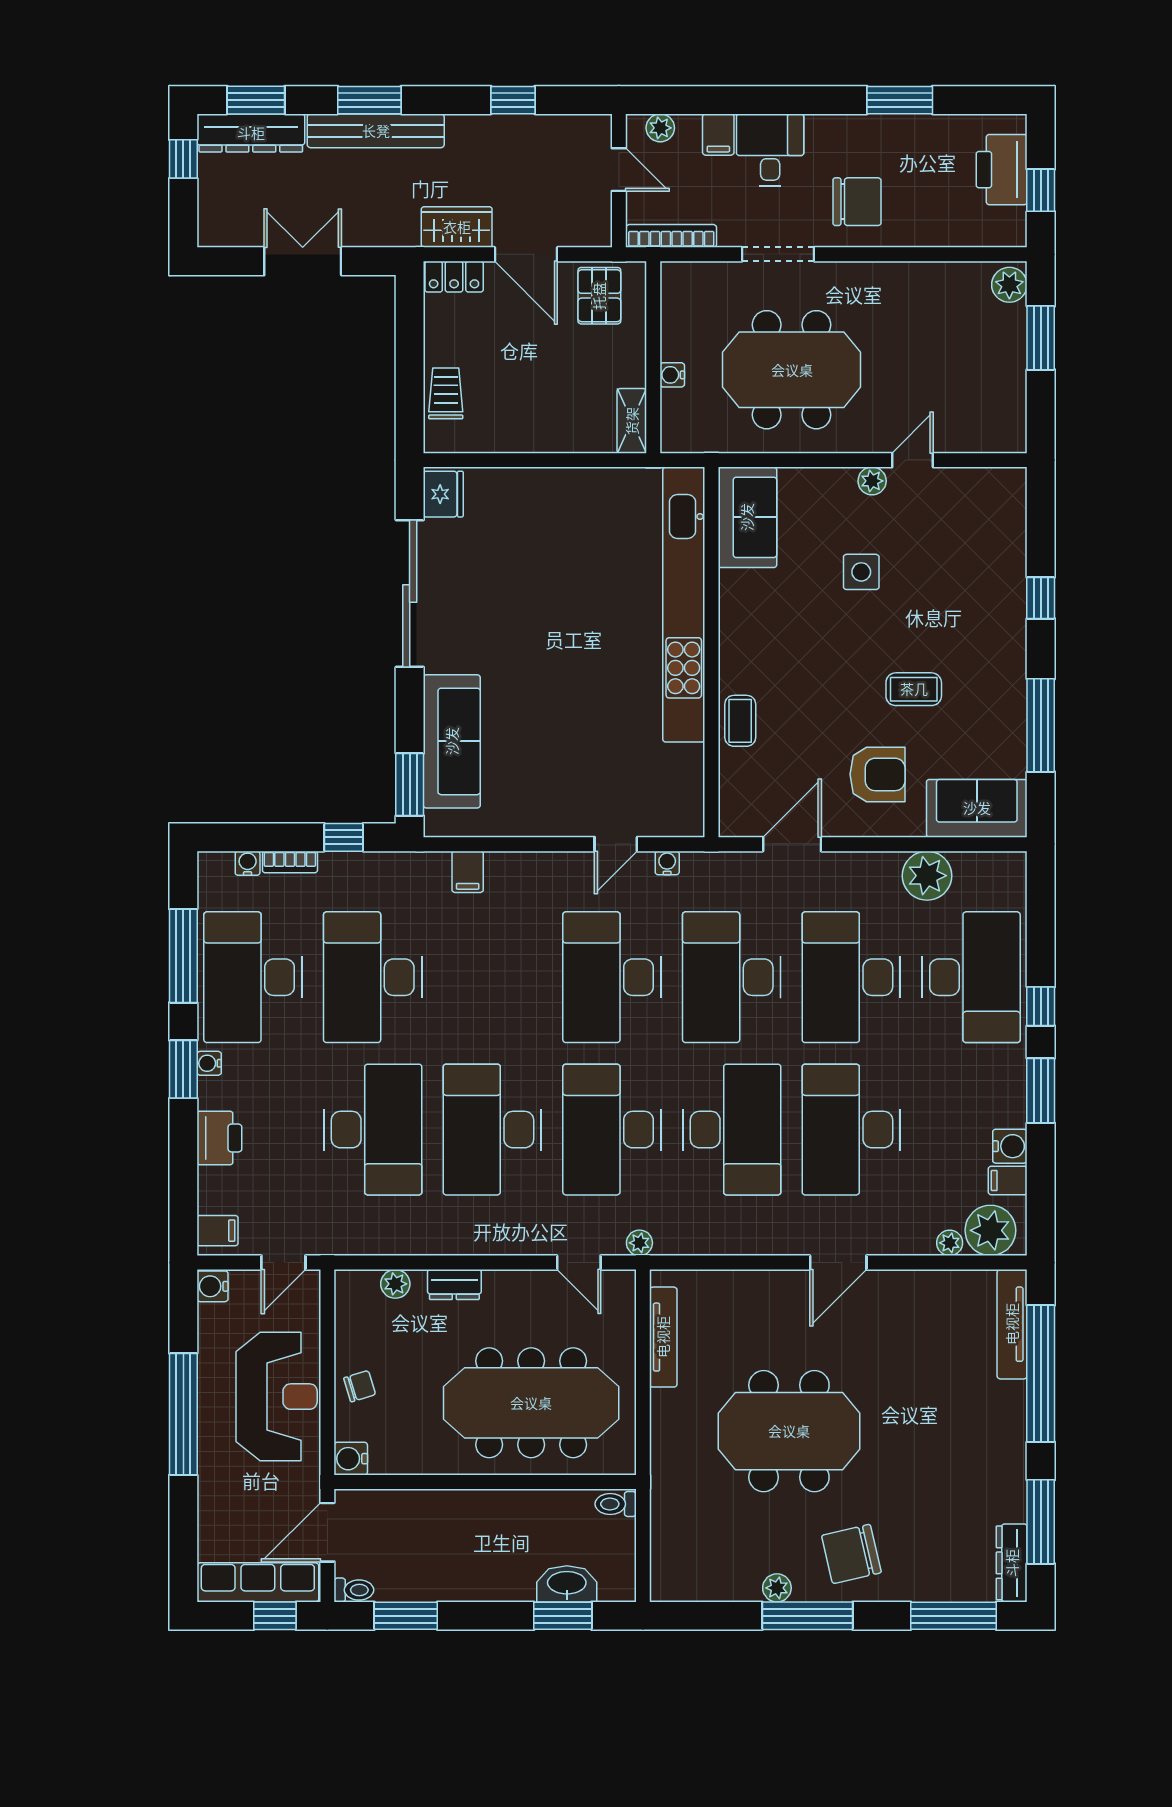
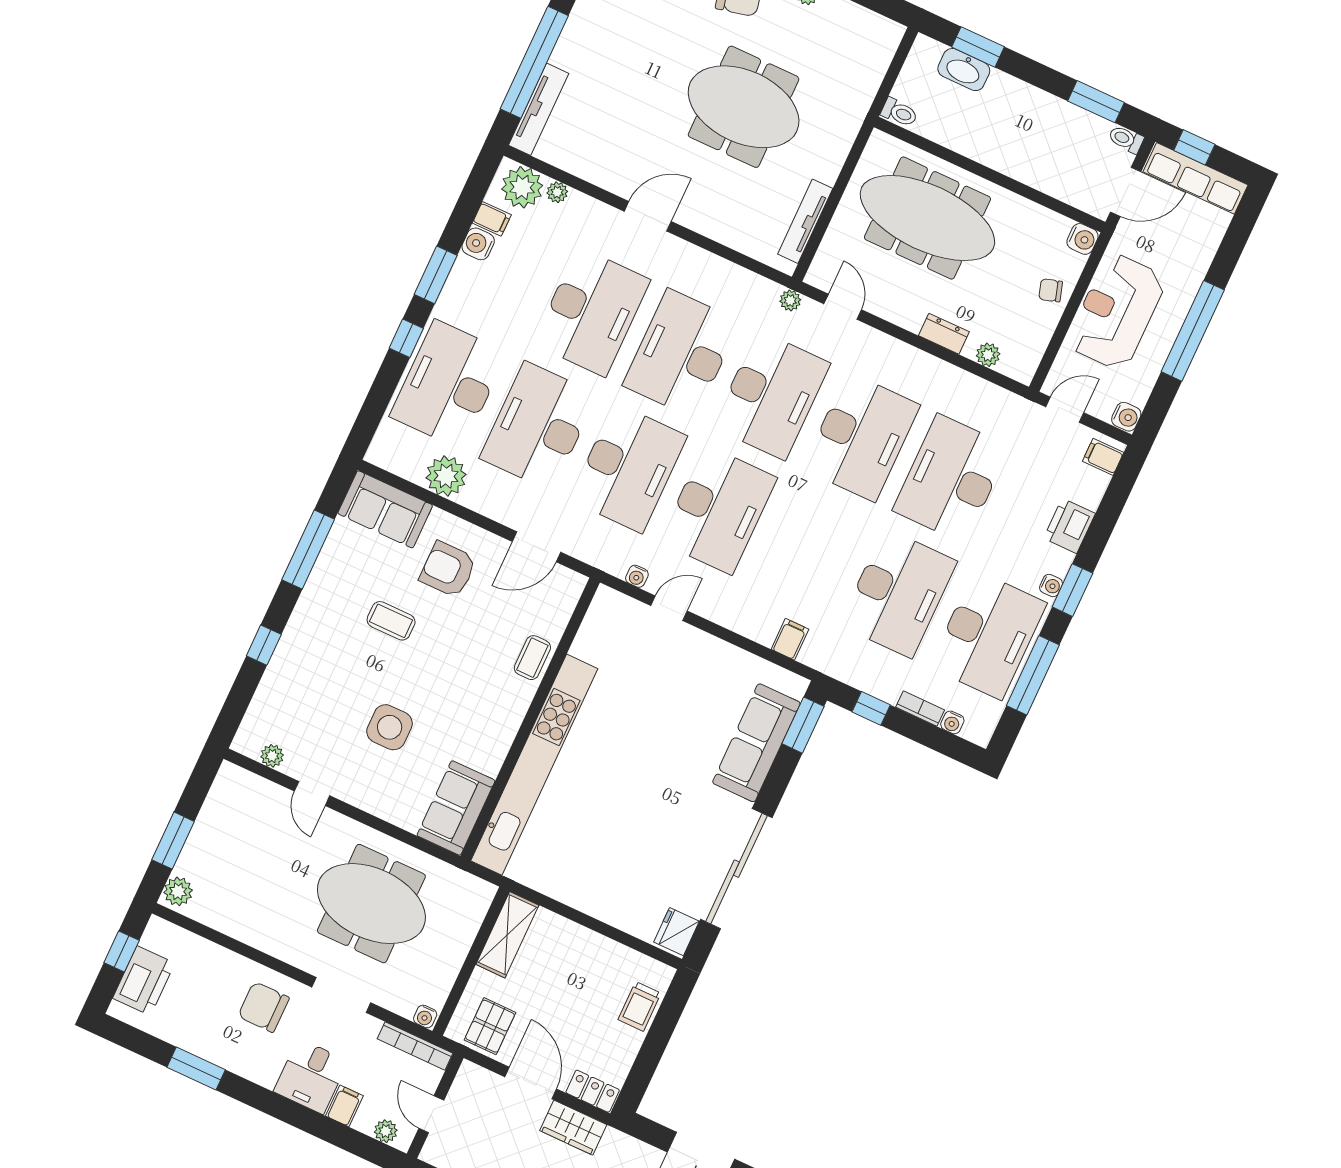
water cooler: (672, 375) -> (425, 1016), moved, turned 90
shelving: (632, 421) -> (507, 935), width x1.50, depth x1.33
door: (913, 460) -> (312, 793), hinge flipped
plant: (872, 481) -> (272, 756), moved
side table: (861, 572) -> (390, 727), width x1.37, depth x1.37
desk: (851, 977) -> (538, 426), turned 180

